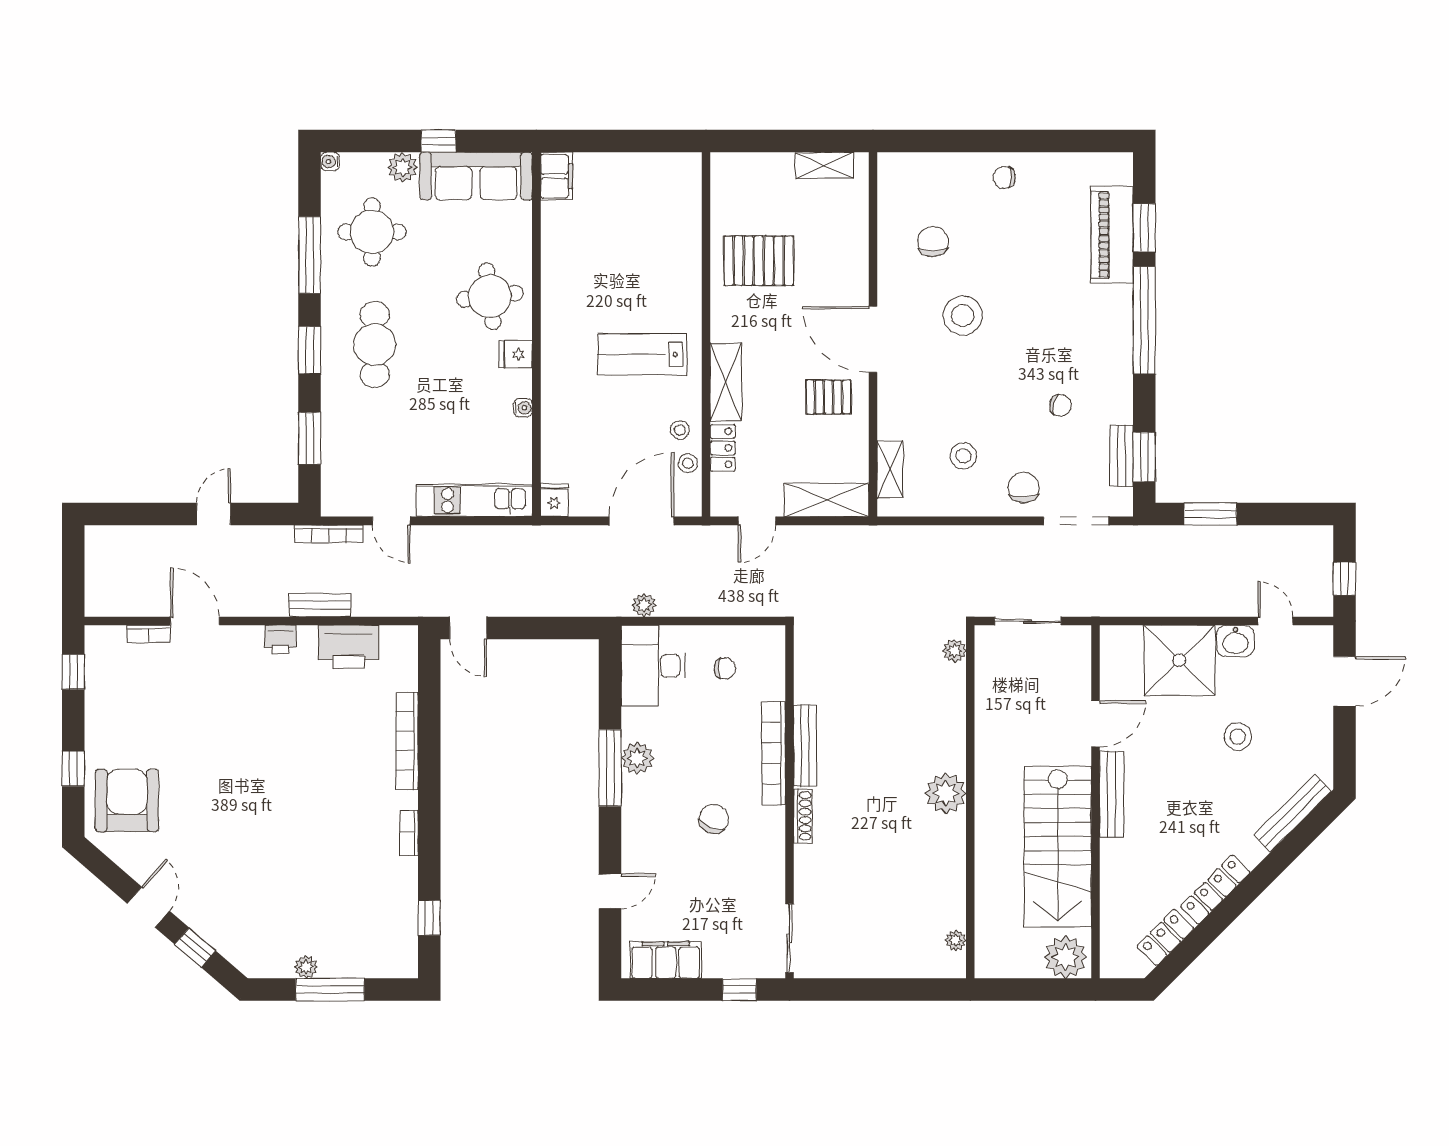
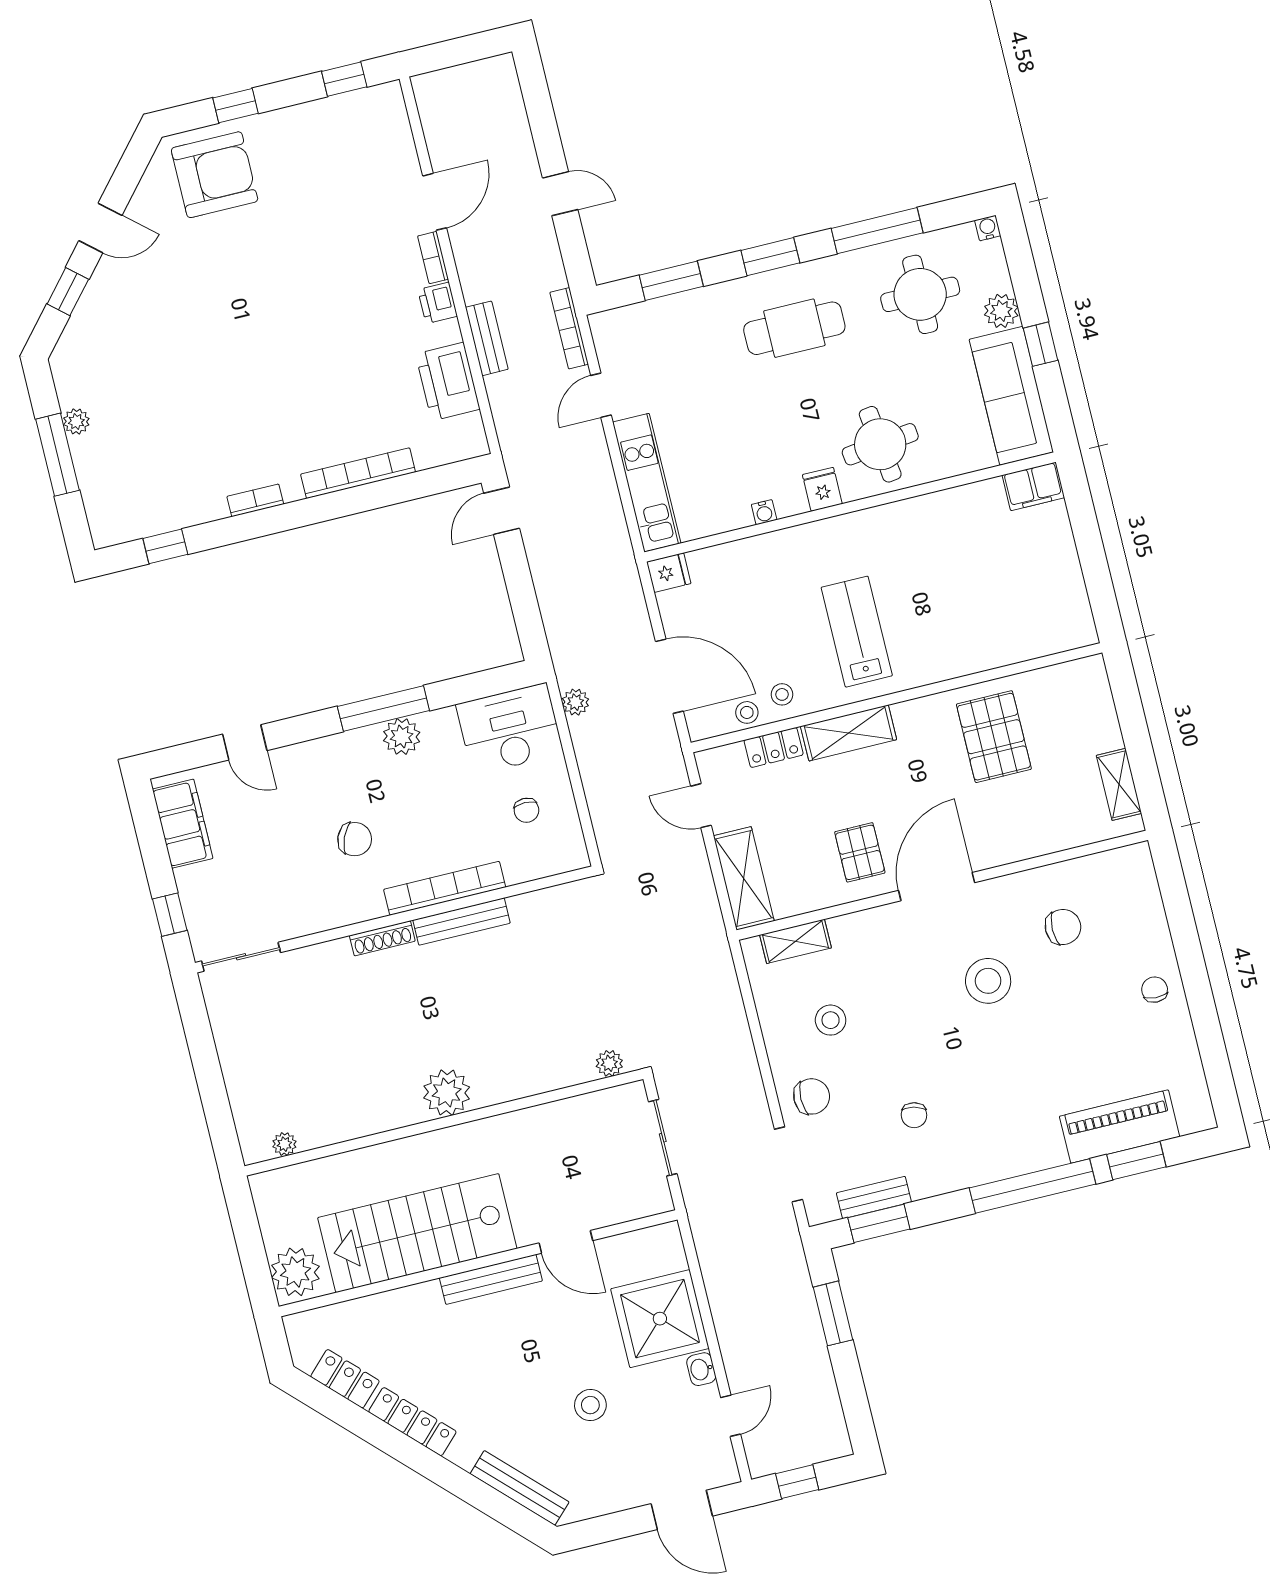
bookcase: (148, 634) -> (433, 258), moved
washbasin: (1235, 641) -> (701, 1369), width x0.72, depth x0.69

